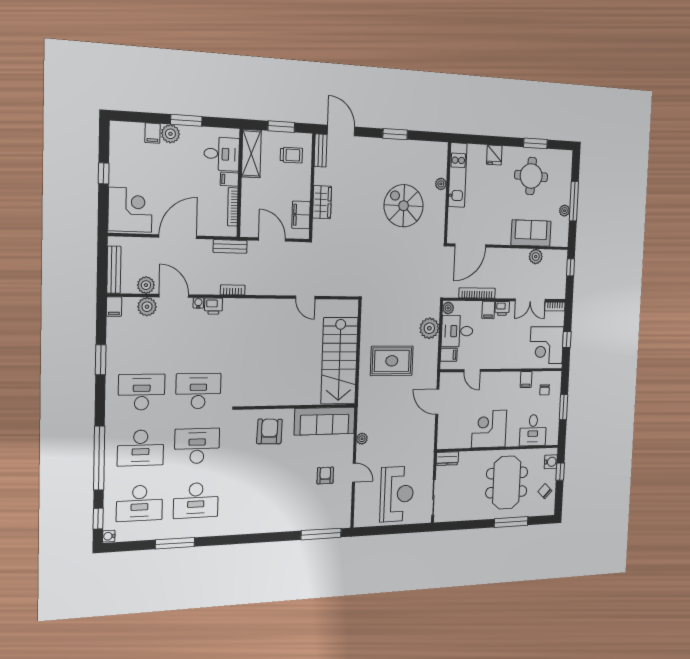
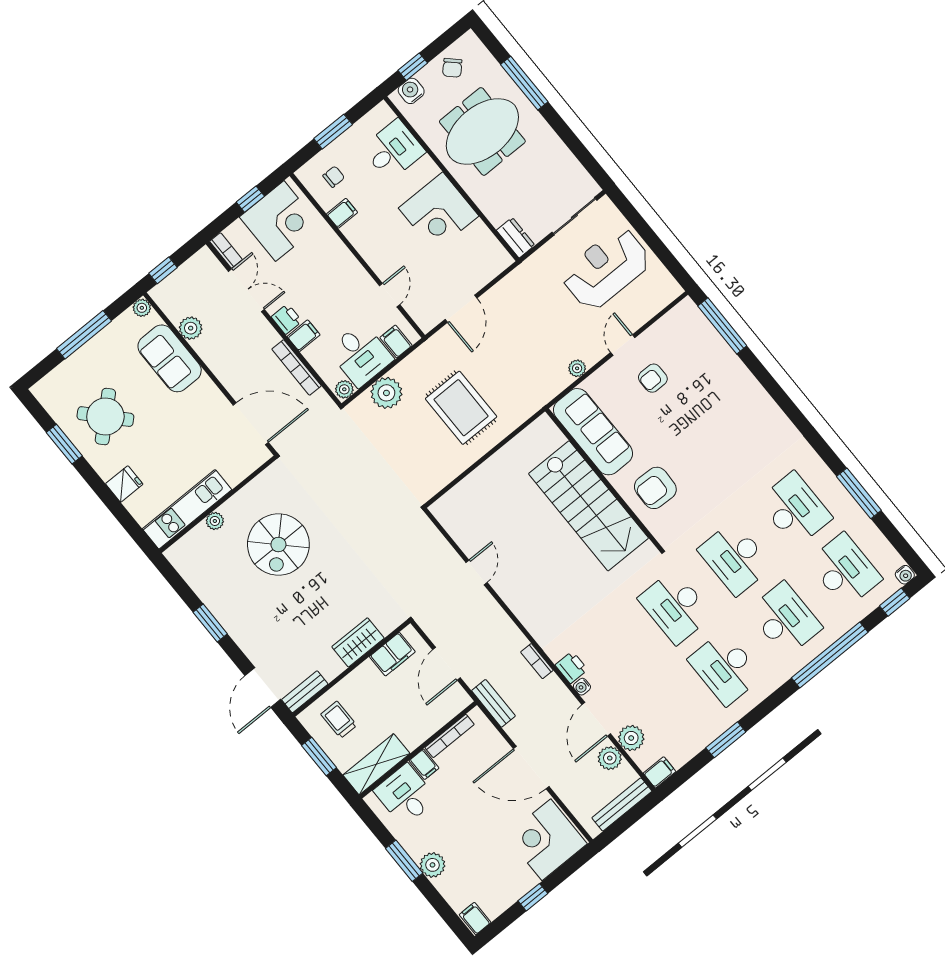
filing cabinet: (152, 133) -> (475, 919), moved, turned -90
round table: (531, 176) -> (105, 417), turned 45
plant: (565, 211) -> (142, 308), moved
stairs: (339, 361) -> (589, 506), moved, turned 90

